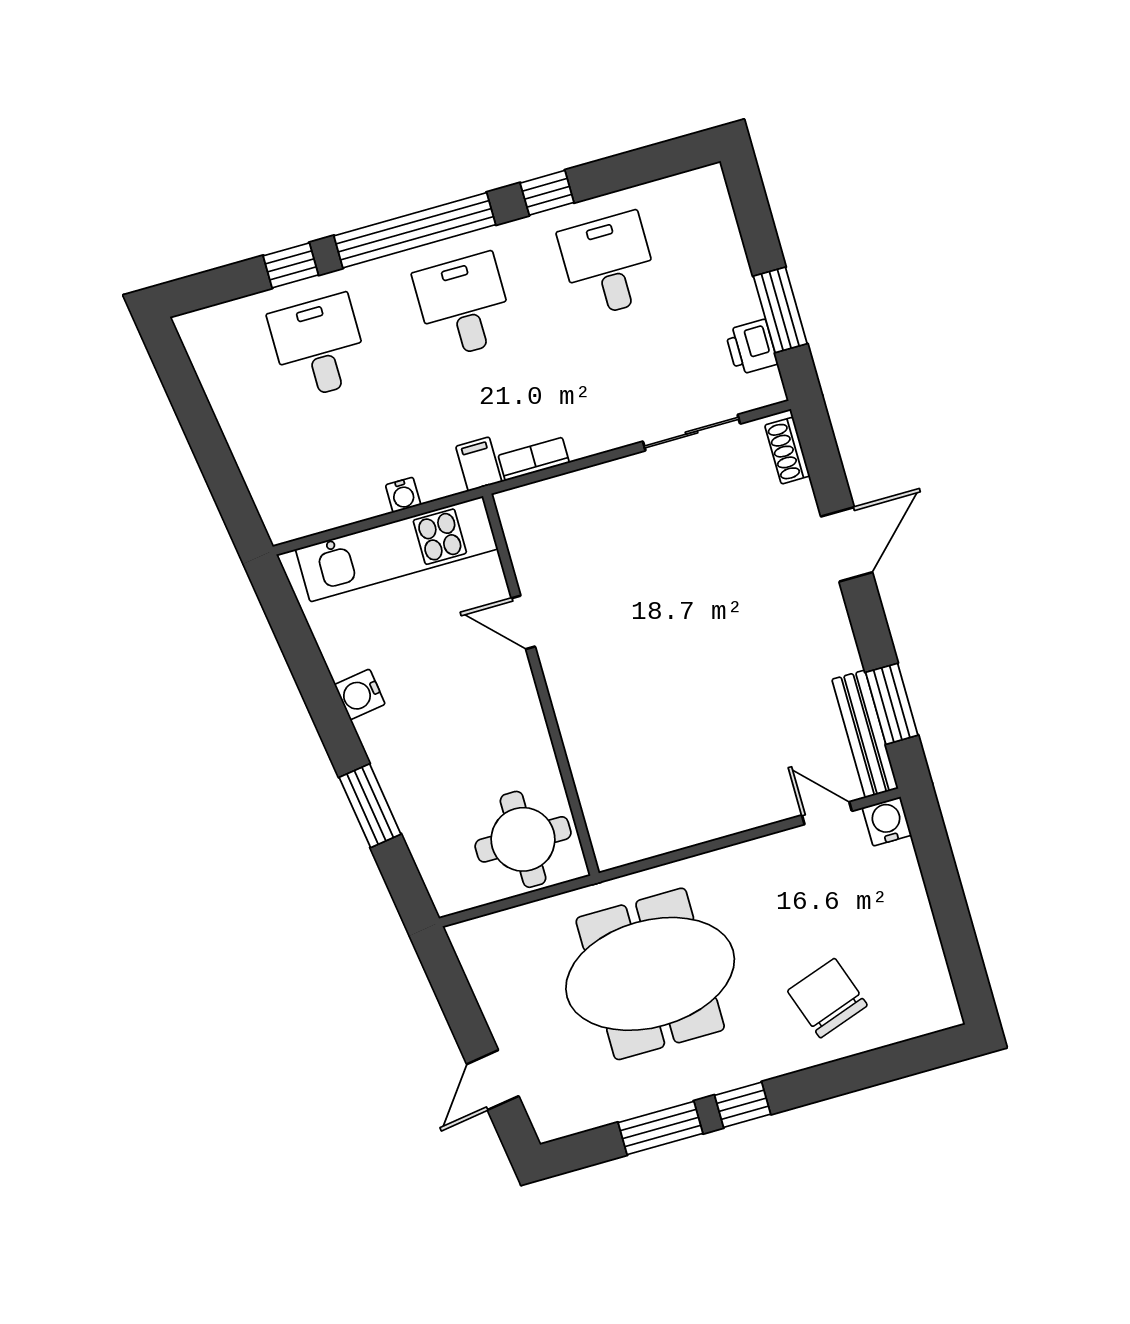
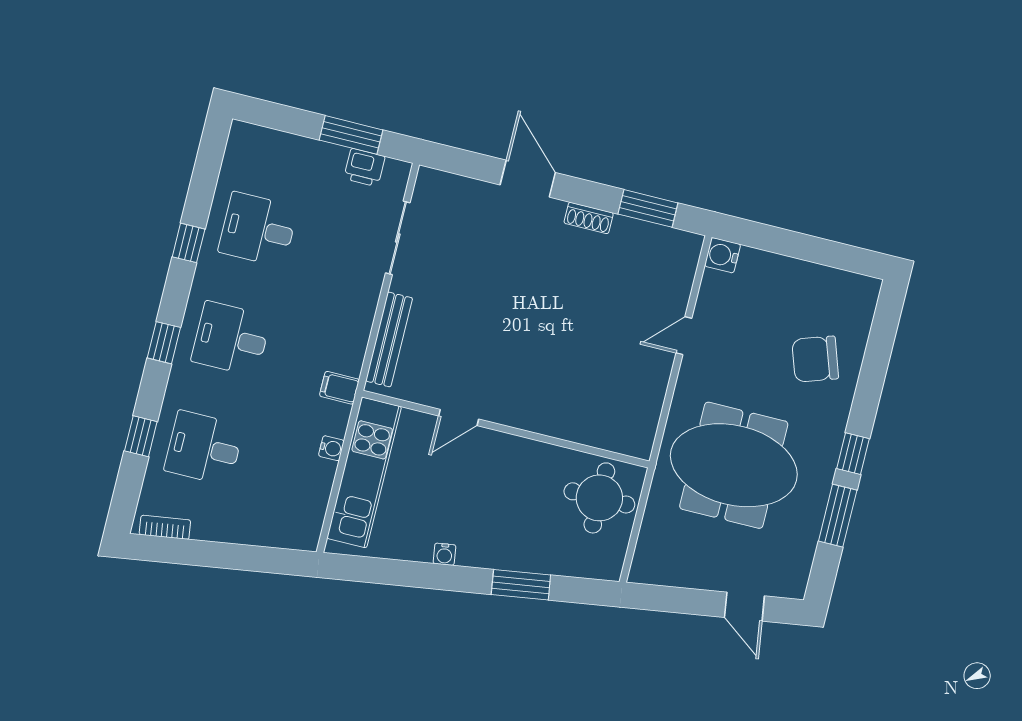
window: (415, 230) -> (164, 343), width x0.32
shoe rack: (787, 451) -> (589, 218), moved
bookcase: (534, 459) -> (165, 527), moved, turned 82
water cooler: (360, 694) -> (444, 554), width x0.72, depth x0.72
bench: (865, 734) -> (389, 339), moved, turned 90
door: (827, 813) -> (684, 336), moved
meeting table: (650, 974) -> (734, 465), turned 90

